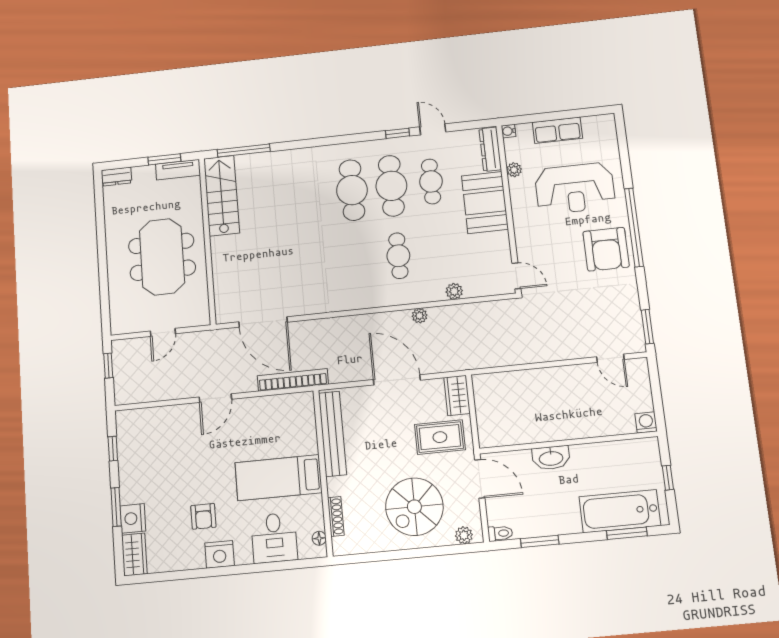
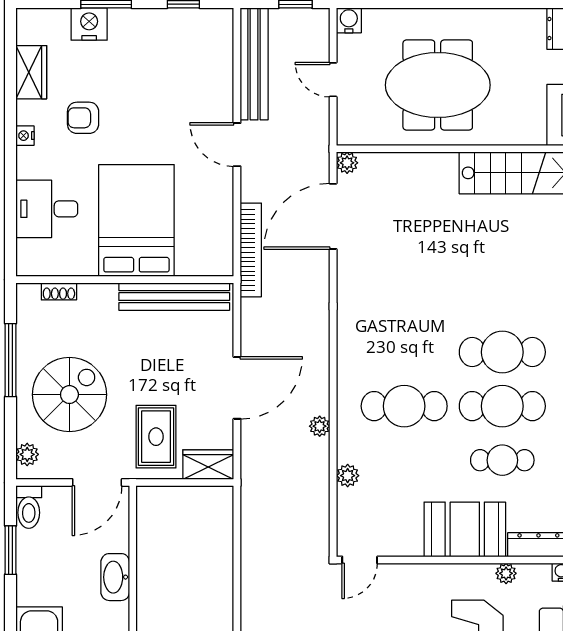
cafe table: (398, 256) -> (404, 406), width x1.37, depth x1.35
plant: (223, 316) -> (347, 163), added
water cooler: (119, 325) -> (349, 20), added
bench: (155, 391) -> (254, 64), added
bed: (278, 478) -> (136, 221), width x1.50
spiral stairs: (414, 507) -> (69, 395), turned 90
shoe rack: (336, 516) -> (59, 291), width x0.70
toilet: (500, 533) -> (29, 507), width x1.37, depth x1.39
floor lamp: (319, 538) -> (41, 267), removed
wardrobe: (134, 554) -> (31, 72), moved, turned -90
nightstand: (220, 554) -> (25, 136), width x0.53, depth x0.56
window: (392, 555) -> (10, 360), added

